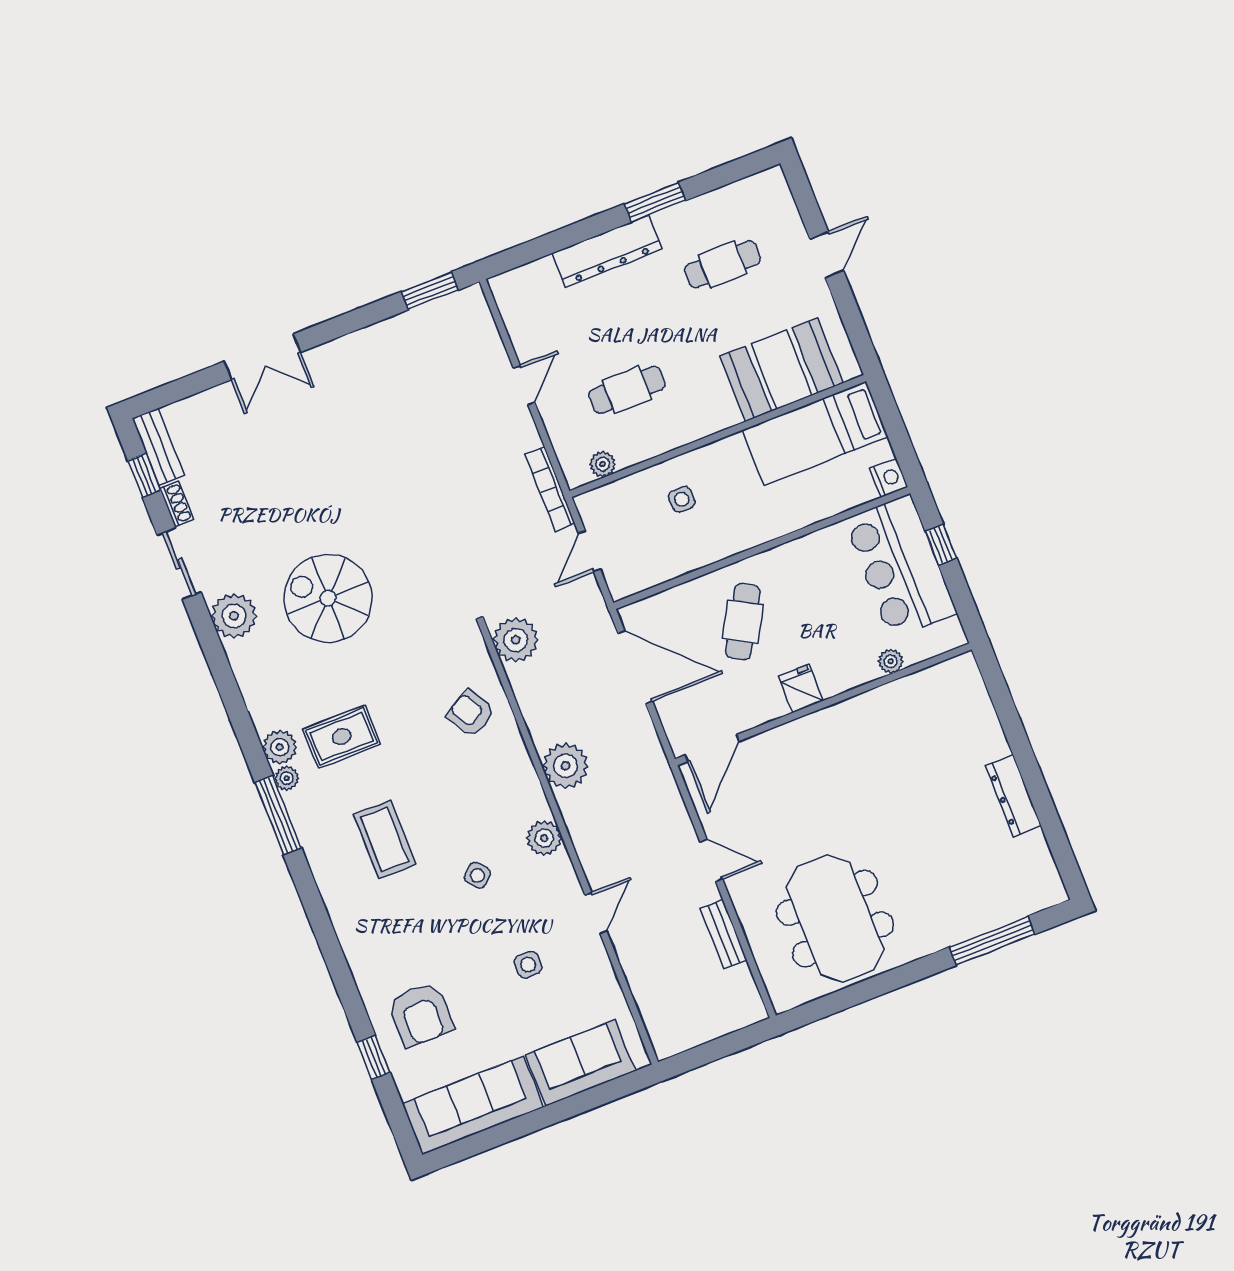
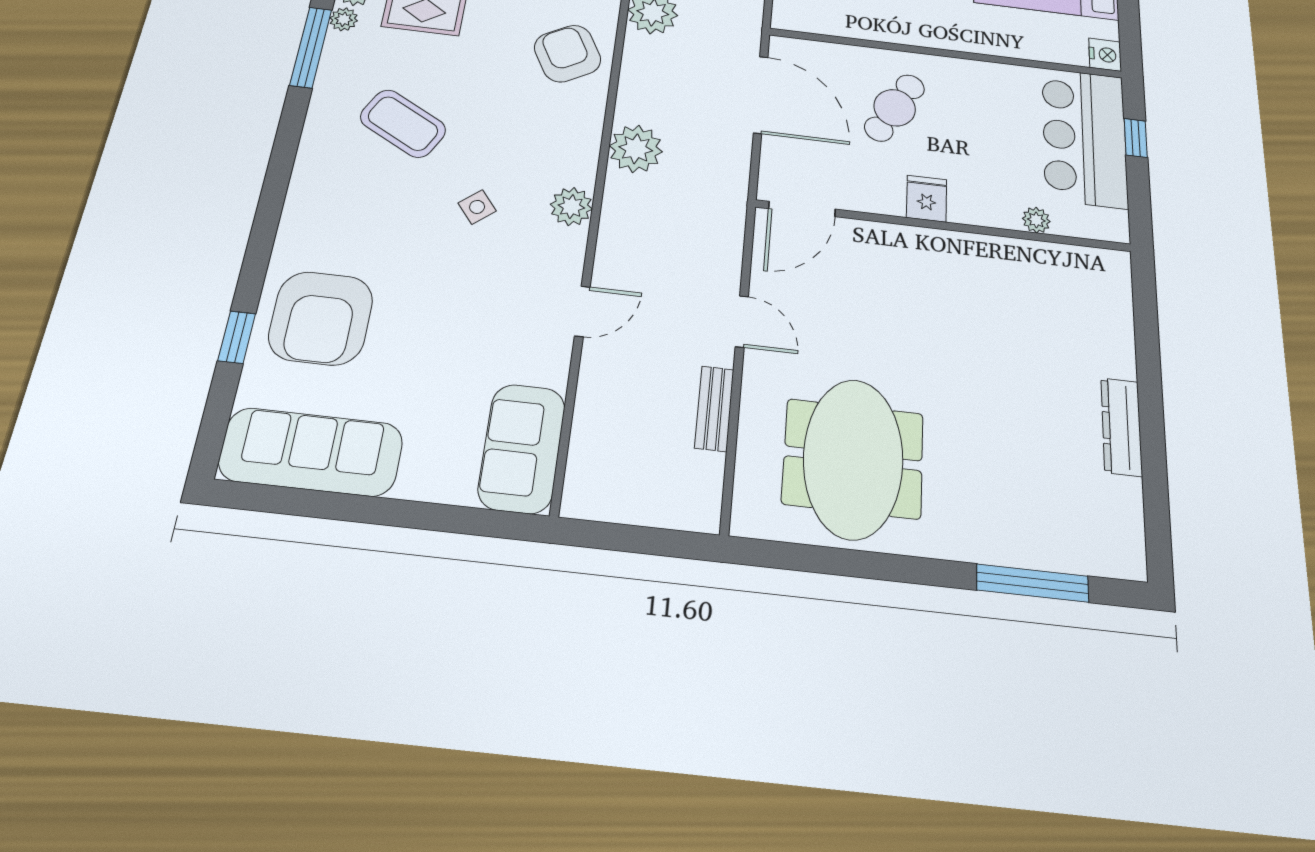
armchair: (471, 713) -> (568, 54), width x1.38, depth x1.38
coffee table: (385, 839) -> (403, 124), turned -62
side table: (528, 965) -> (474, 327), removed
armchair: (421, 1014) -> (321, 318), width x1.36, depth x1.36
sofa: (580, 1063) -> (522, 448), moved, turned -90

